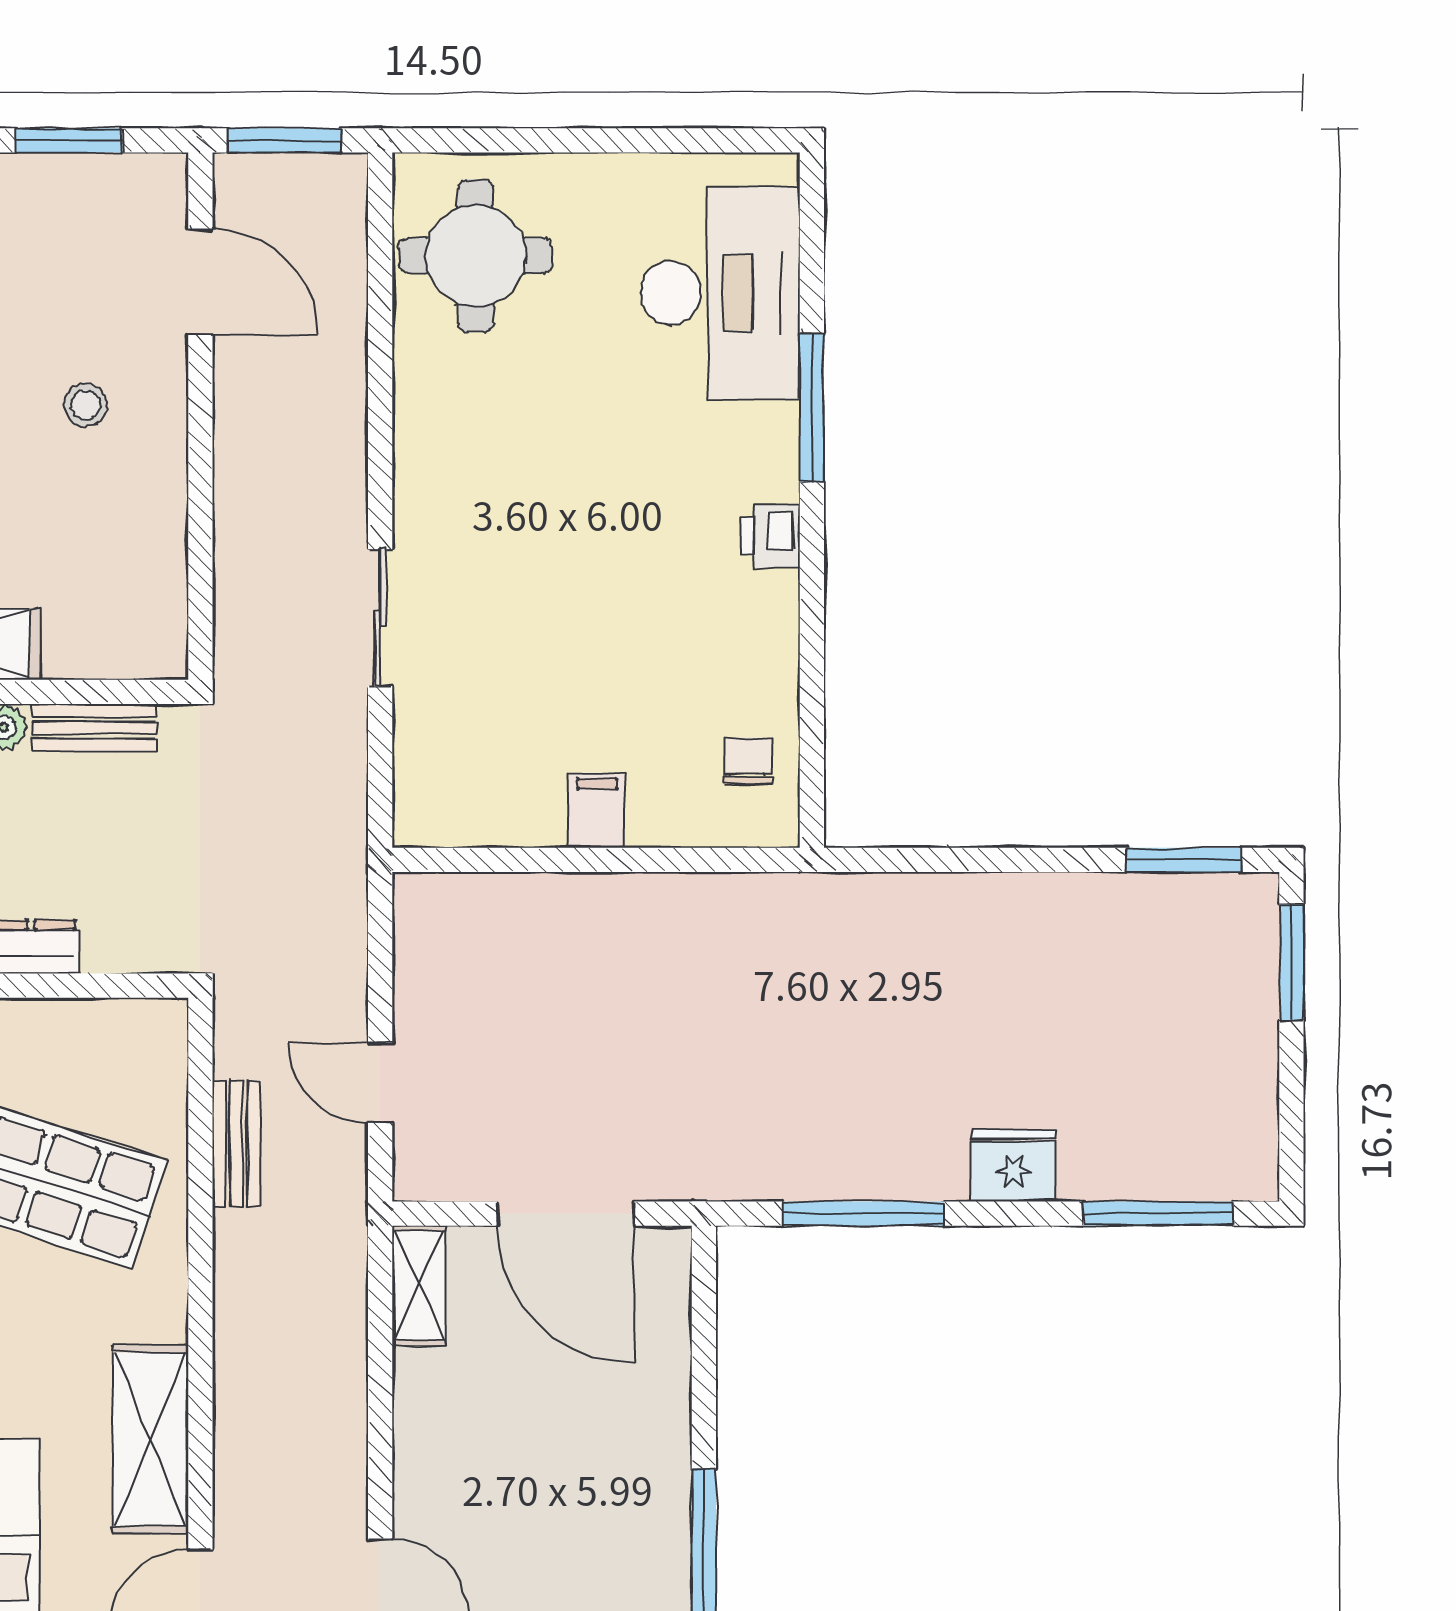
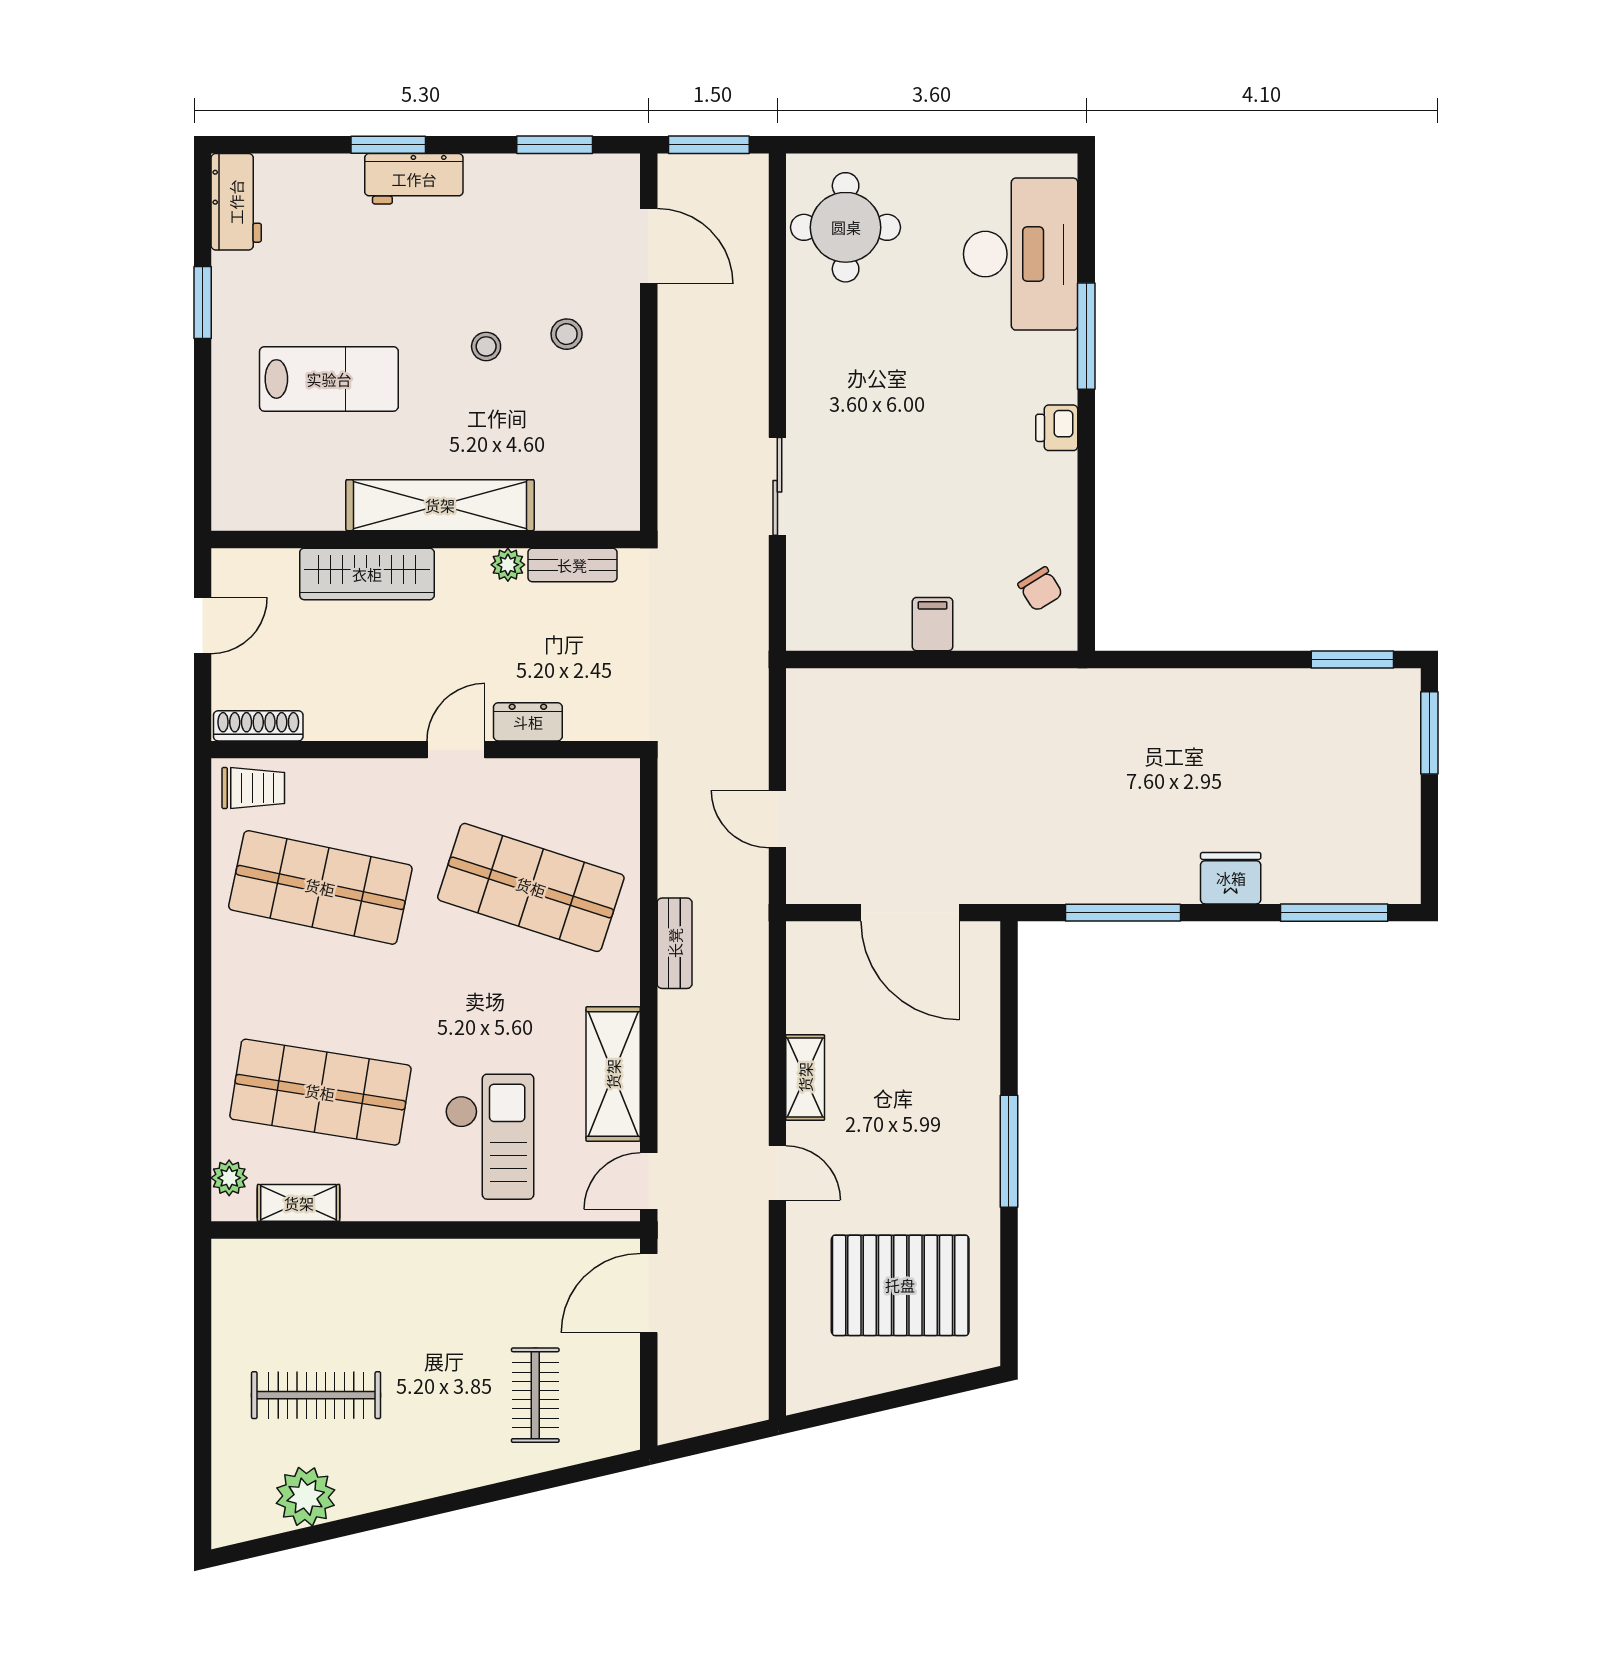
chair: (748, 761) -> (1040, 589), turned 148
bench: (236, 1143) -> (675, 943), moved
shelving: (419, 1285) -> (805, 1077), moved

